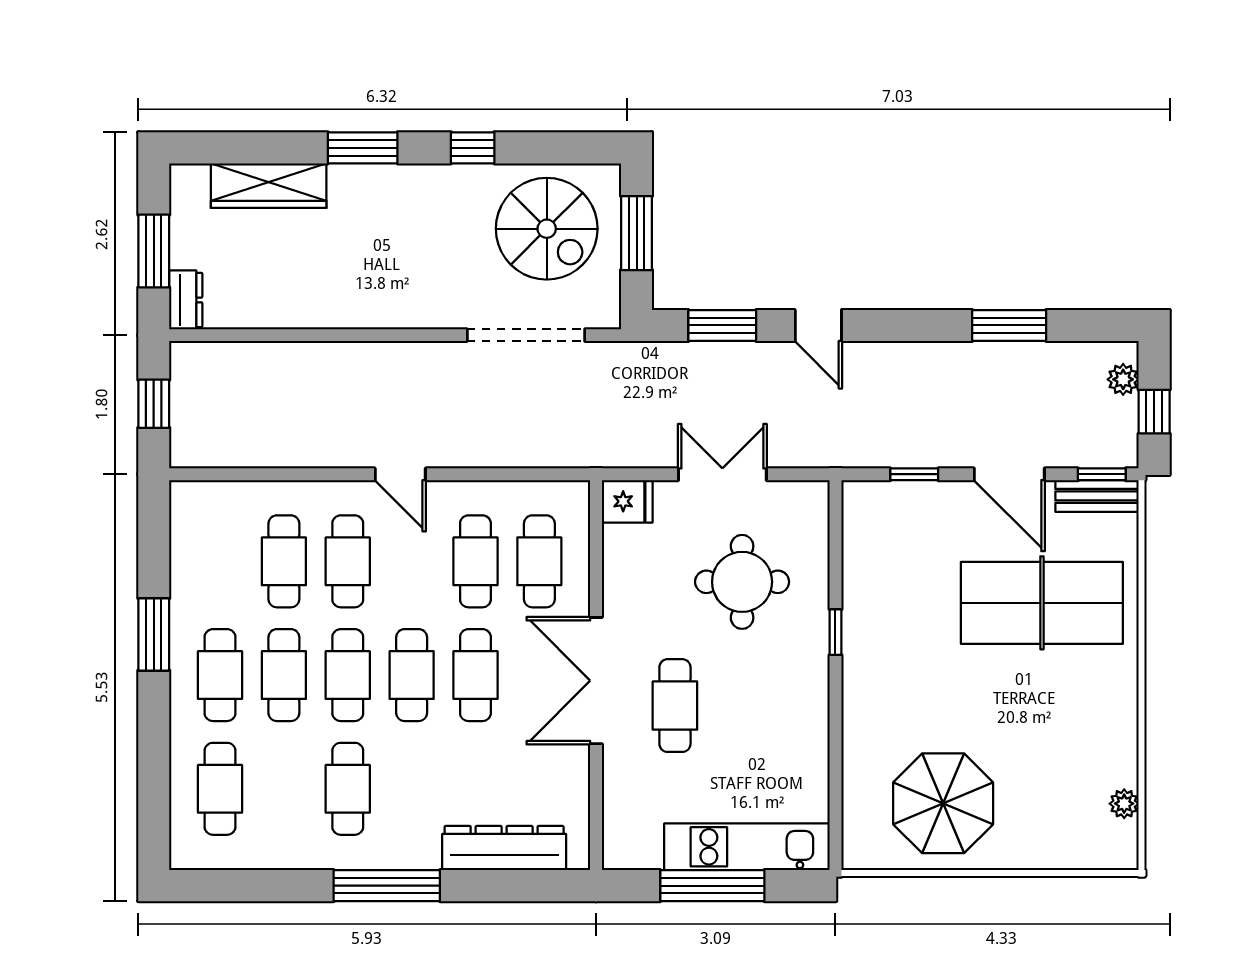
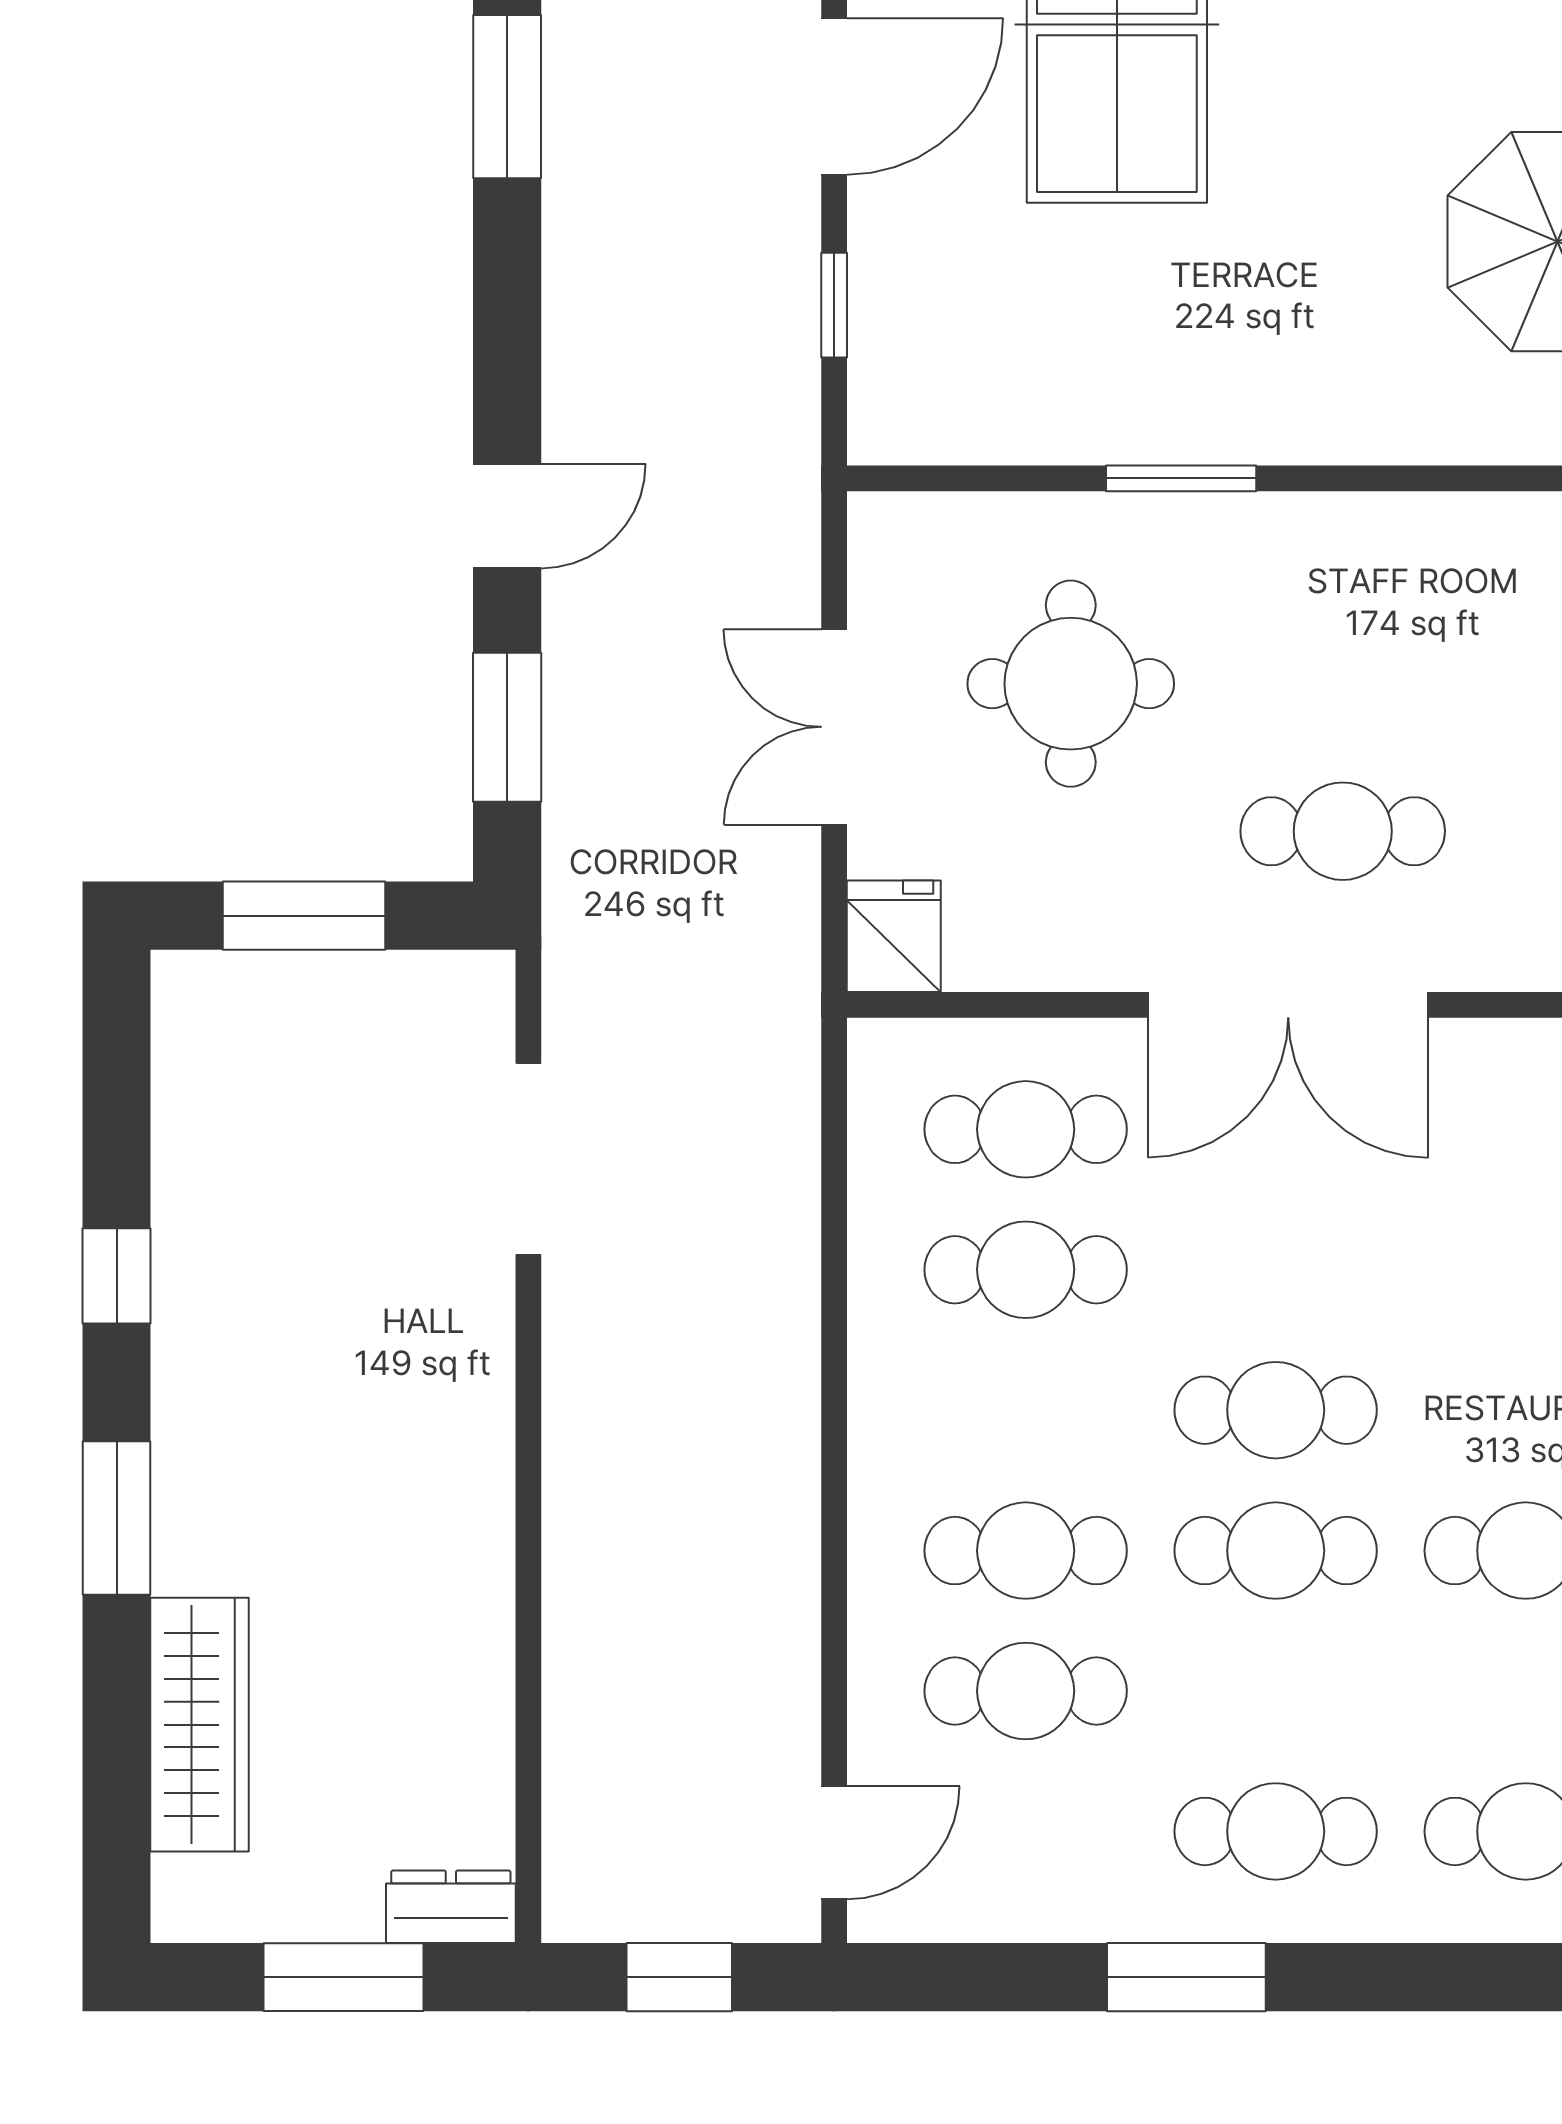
spiral stairs: (547, 229) -> (294, 1113), removed
doorway: (526, 335) -> (528, 1159), width x0.73
door: (400, 474) -> (834, 1843), moved
window: (835, 632) -> (1181, 478), width x1.50
cafe table: (284, 675) -> (1276, 1691), removed
cafe table: (475, 675) -> (1276, 1270), removed

